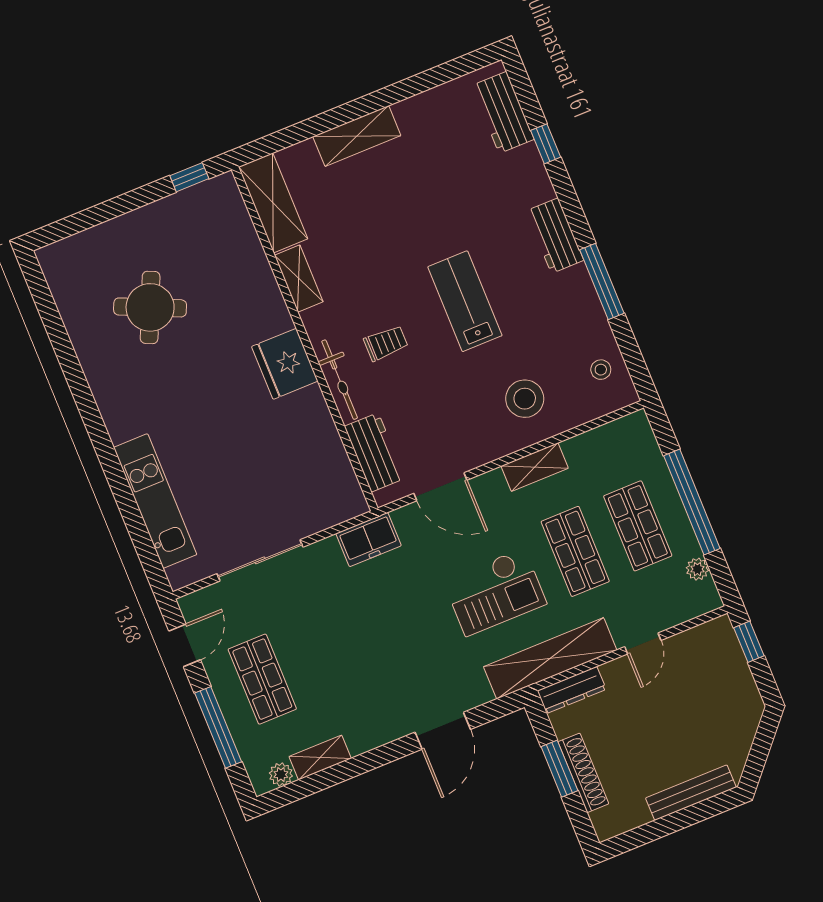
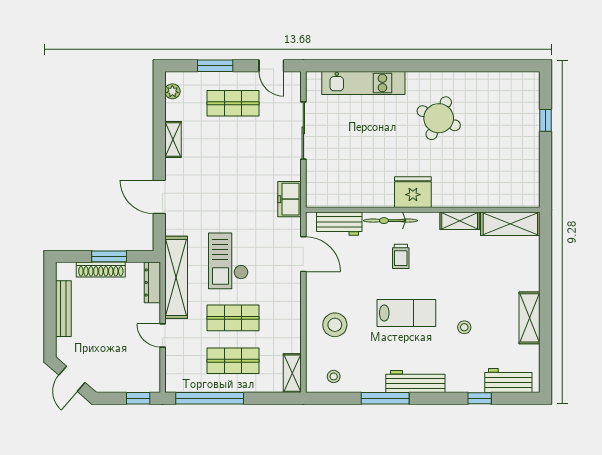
shelving: (357, 136) -> (529, 318), moved
window: (189, 177) -> (545, 120), moved
stool: (451, 208) -> (464, 327), added
workbench: (555, 236) -> (415, 382), width x1.38
round table: (150, 307) -> (439, 118), moved
shelving: (535, 467) -> (292, 373), moved
door: (440, 487) -> (303, 254), swing flipped
window: (692, 502) -> (210, 398), moved
plant: (697, 569) -> (193, 385), removed
window: (218, 727) -> (215, 66), width x0.69
door: (760, 750) -> (72, 379), added
shelving: (320, 758) -> (173, 140), moved
bench: (691, 793) -> (63, 309), moved

